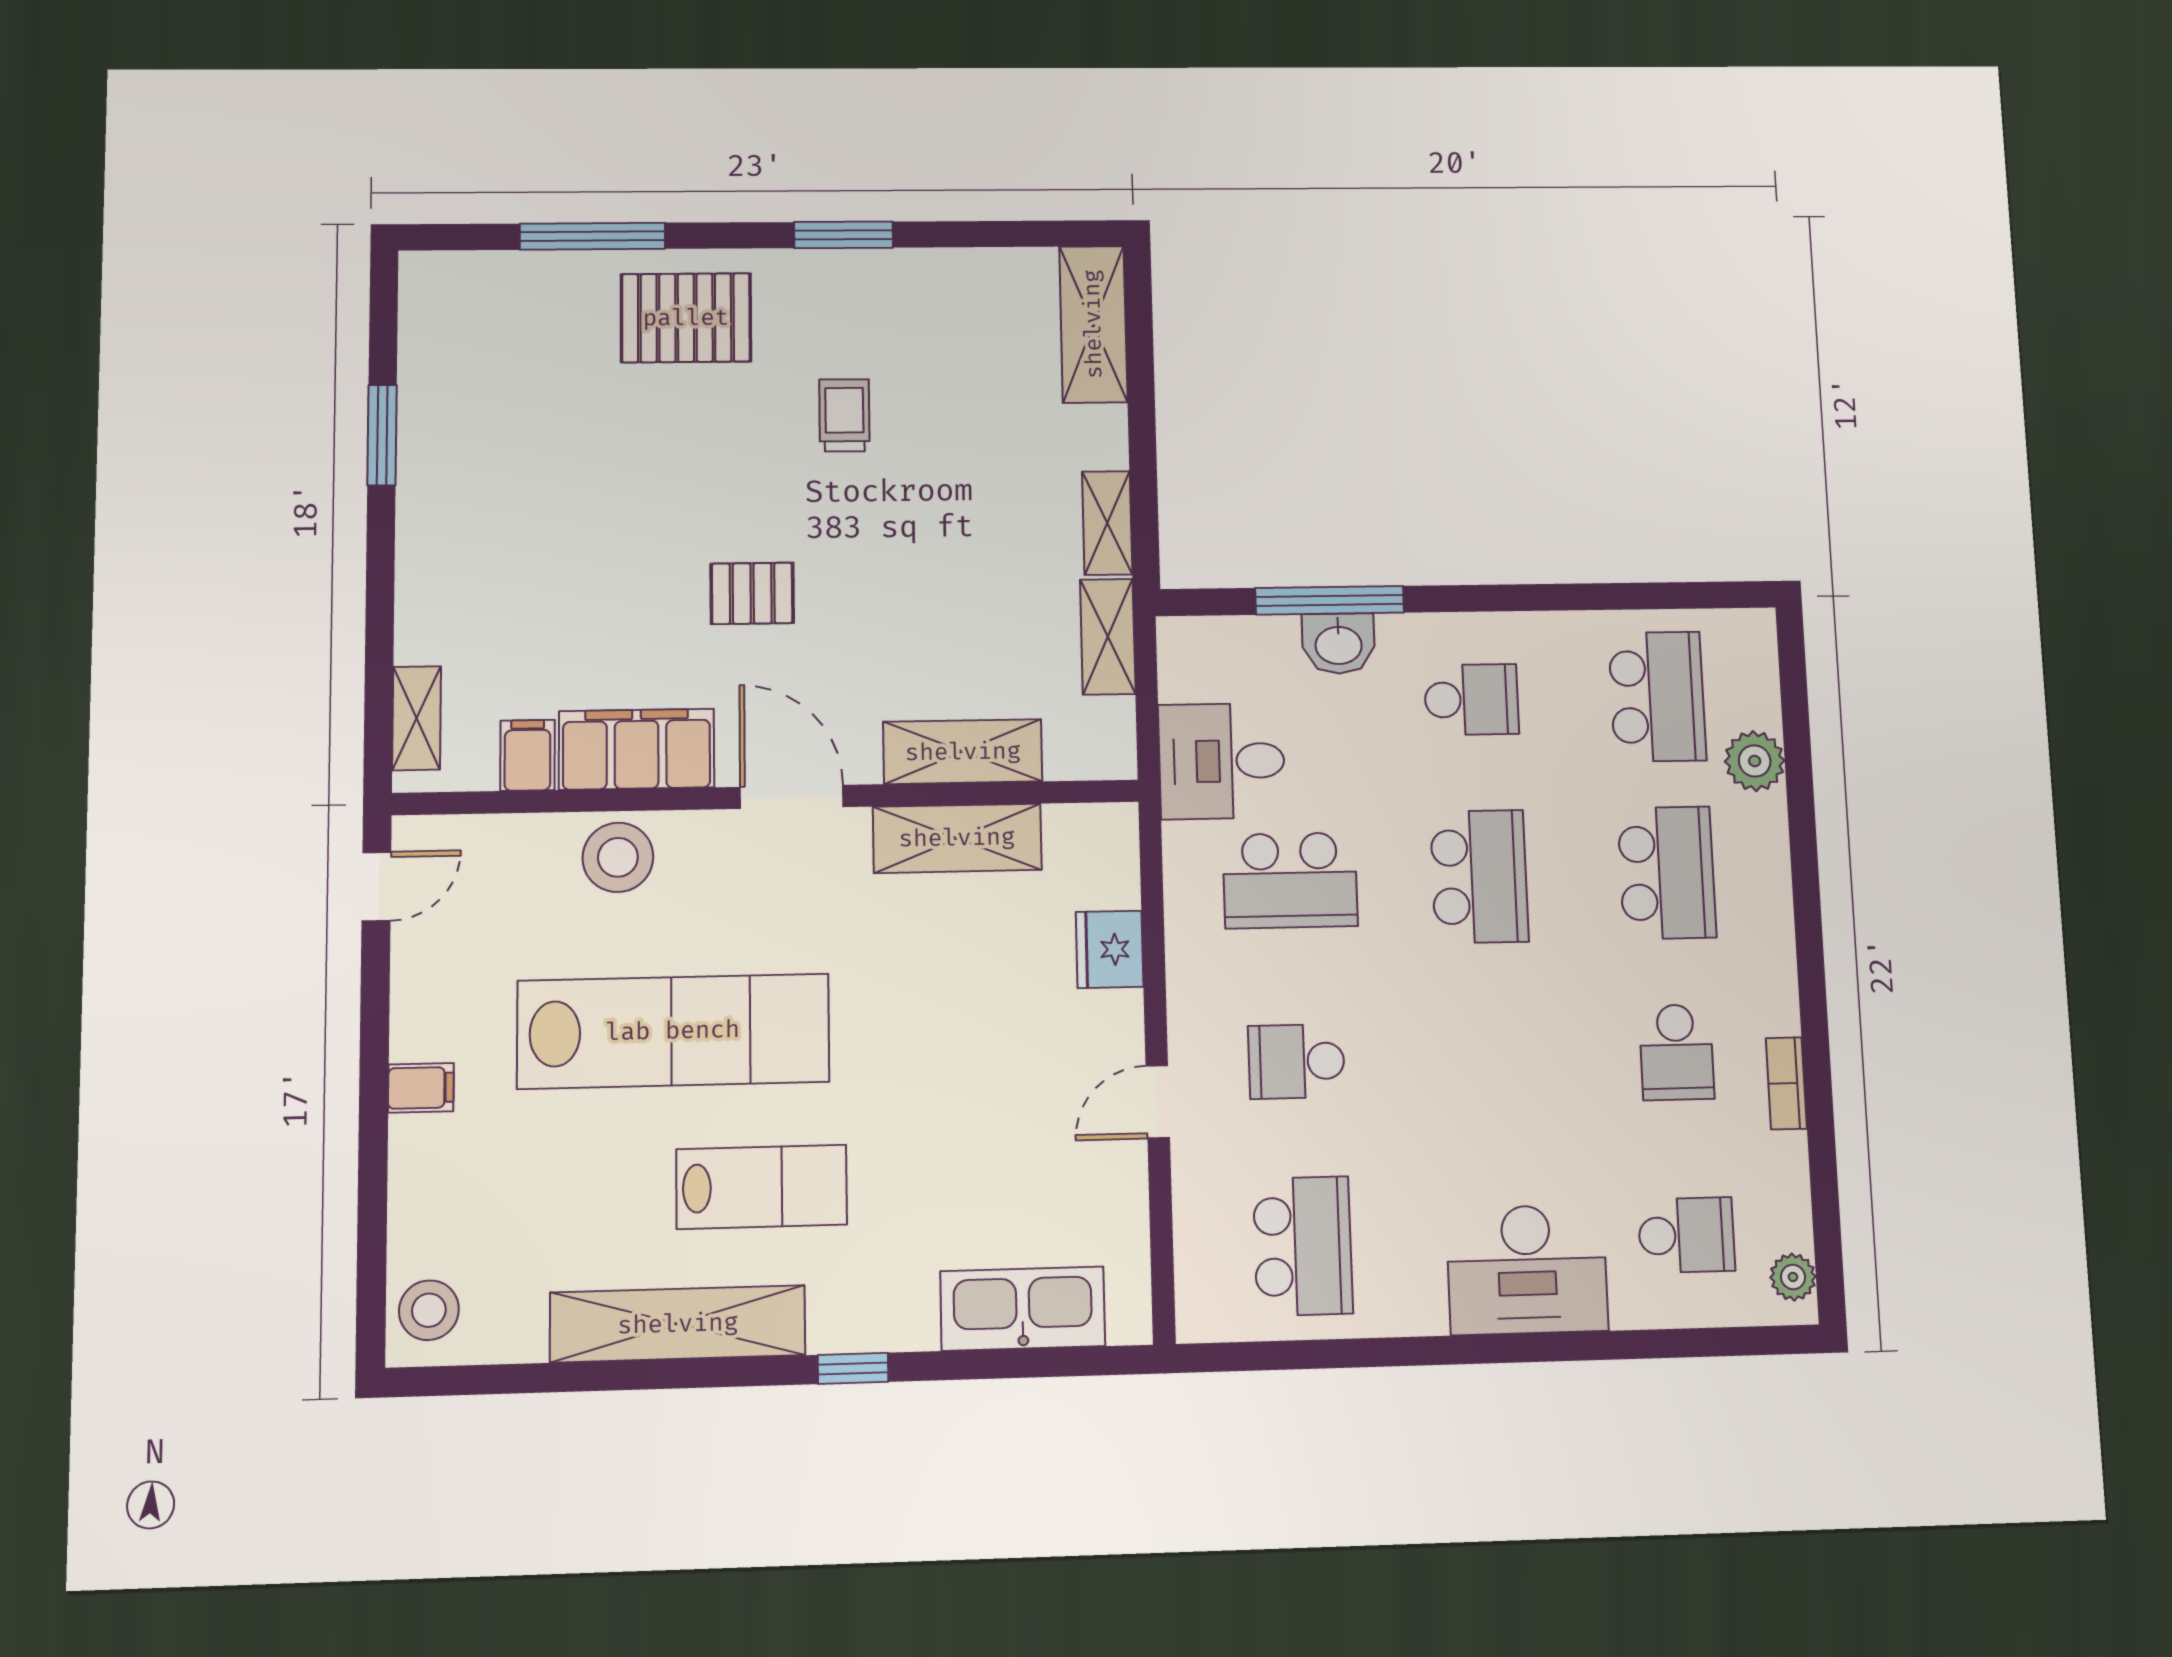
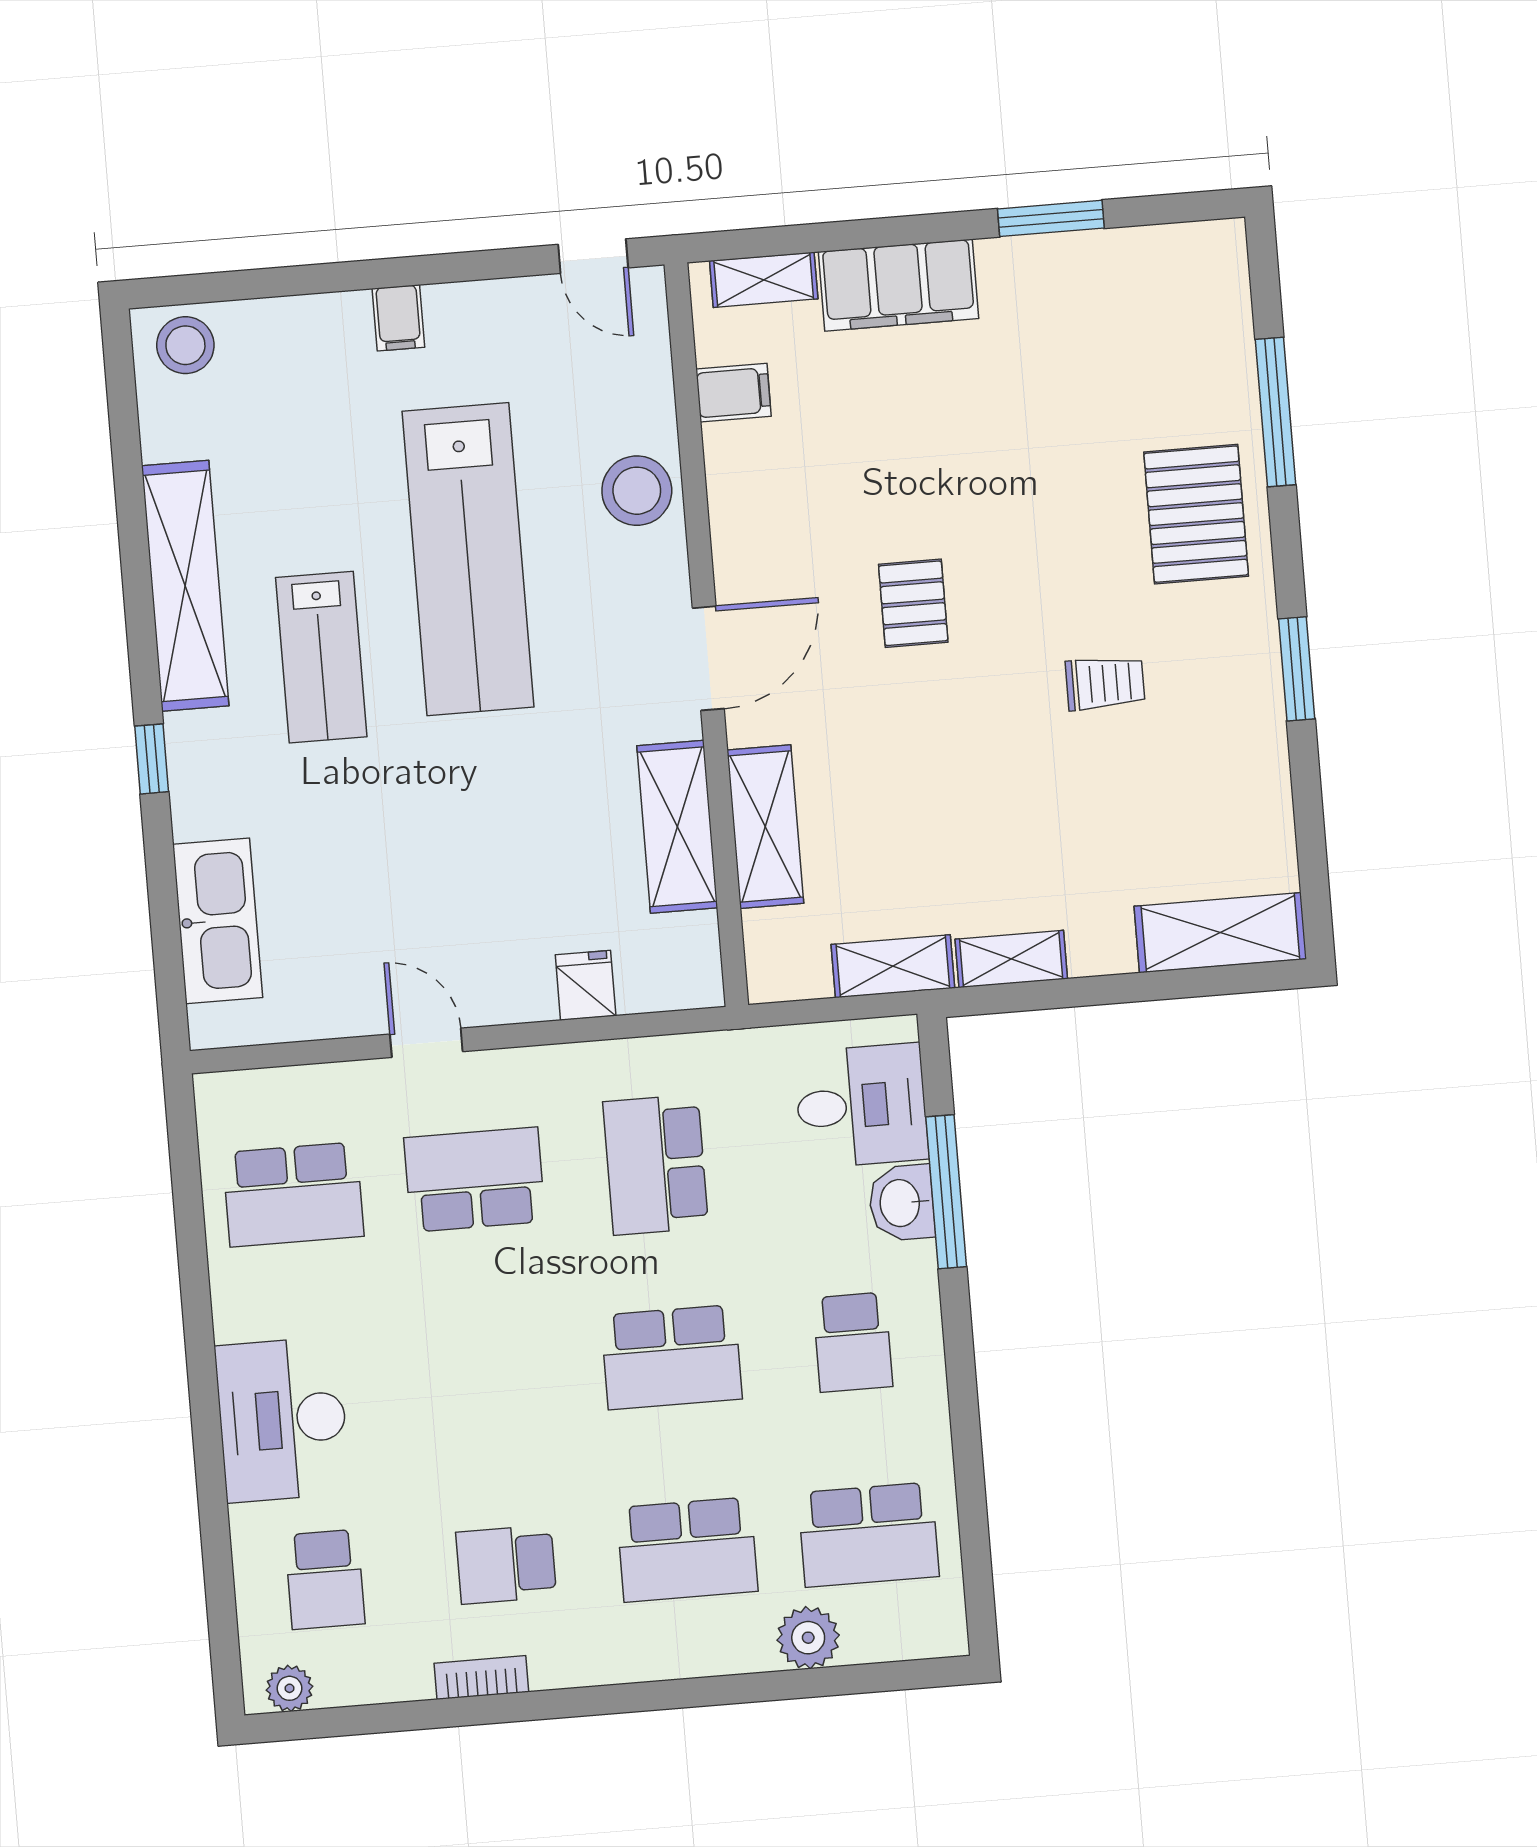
filing cabinet: (637, 749) -> (898, 285), moved, turned 90
desk: (1222, 761) -> (861, 1106), moved, turned 90
fridge: (1110, 949) -> (586, 985), width x0.72
school desk: (1296, 1061) -> (474, 1180), width x1.85

